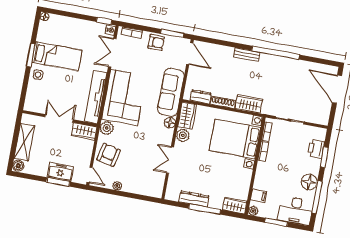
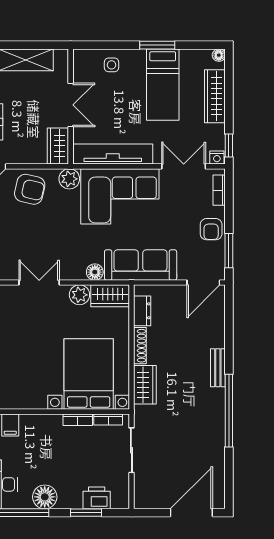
wardrobe: (71, 24) -> (215, 96), added
side table: (38, 75) -> (112, 65), moved

